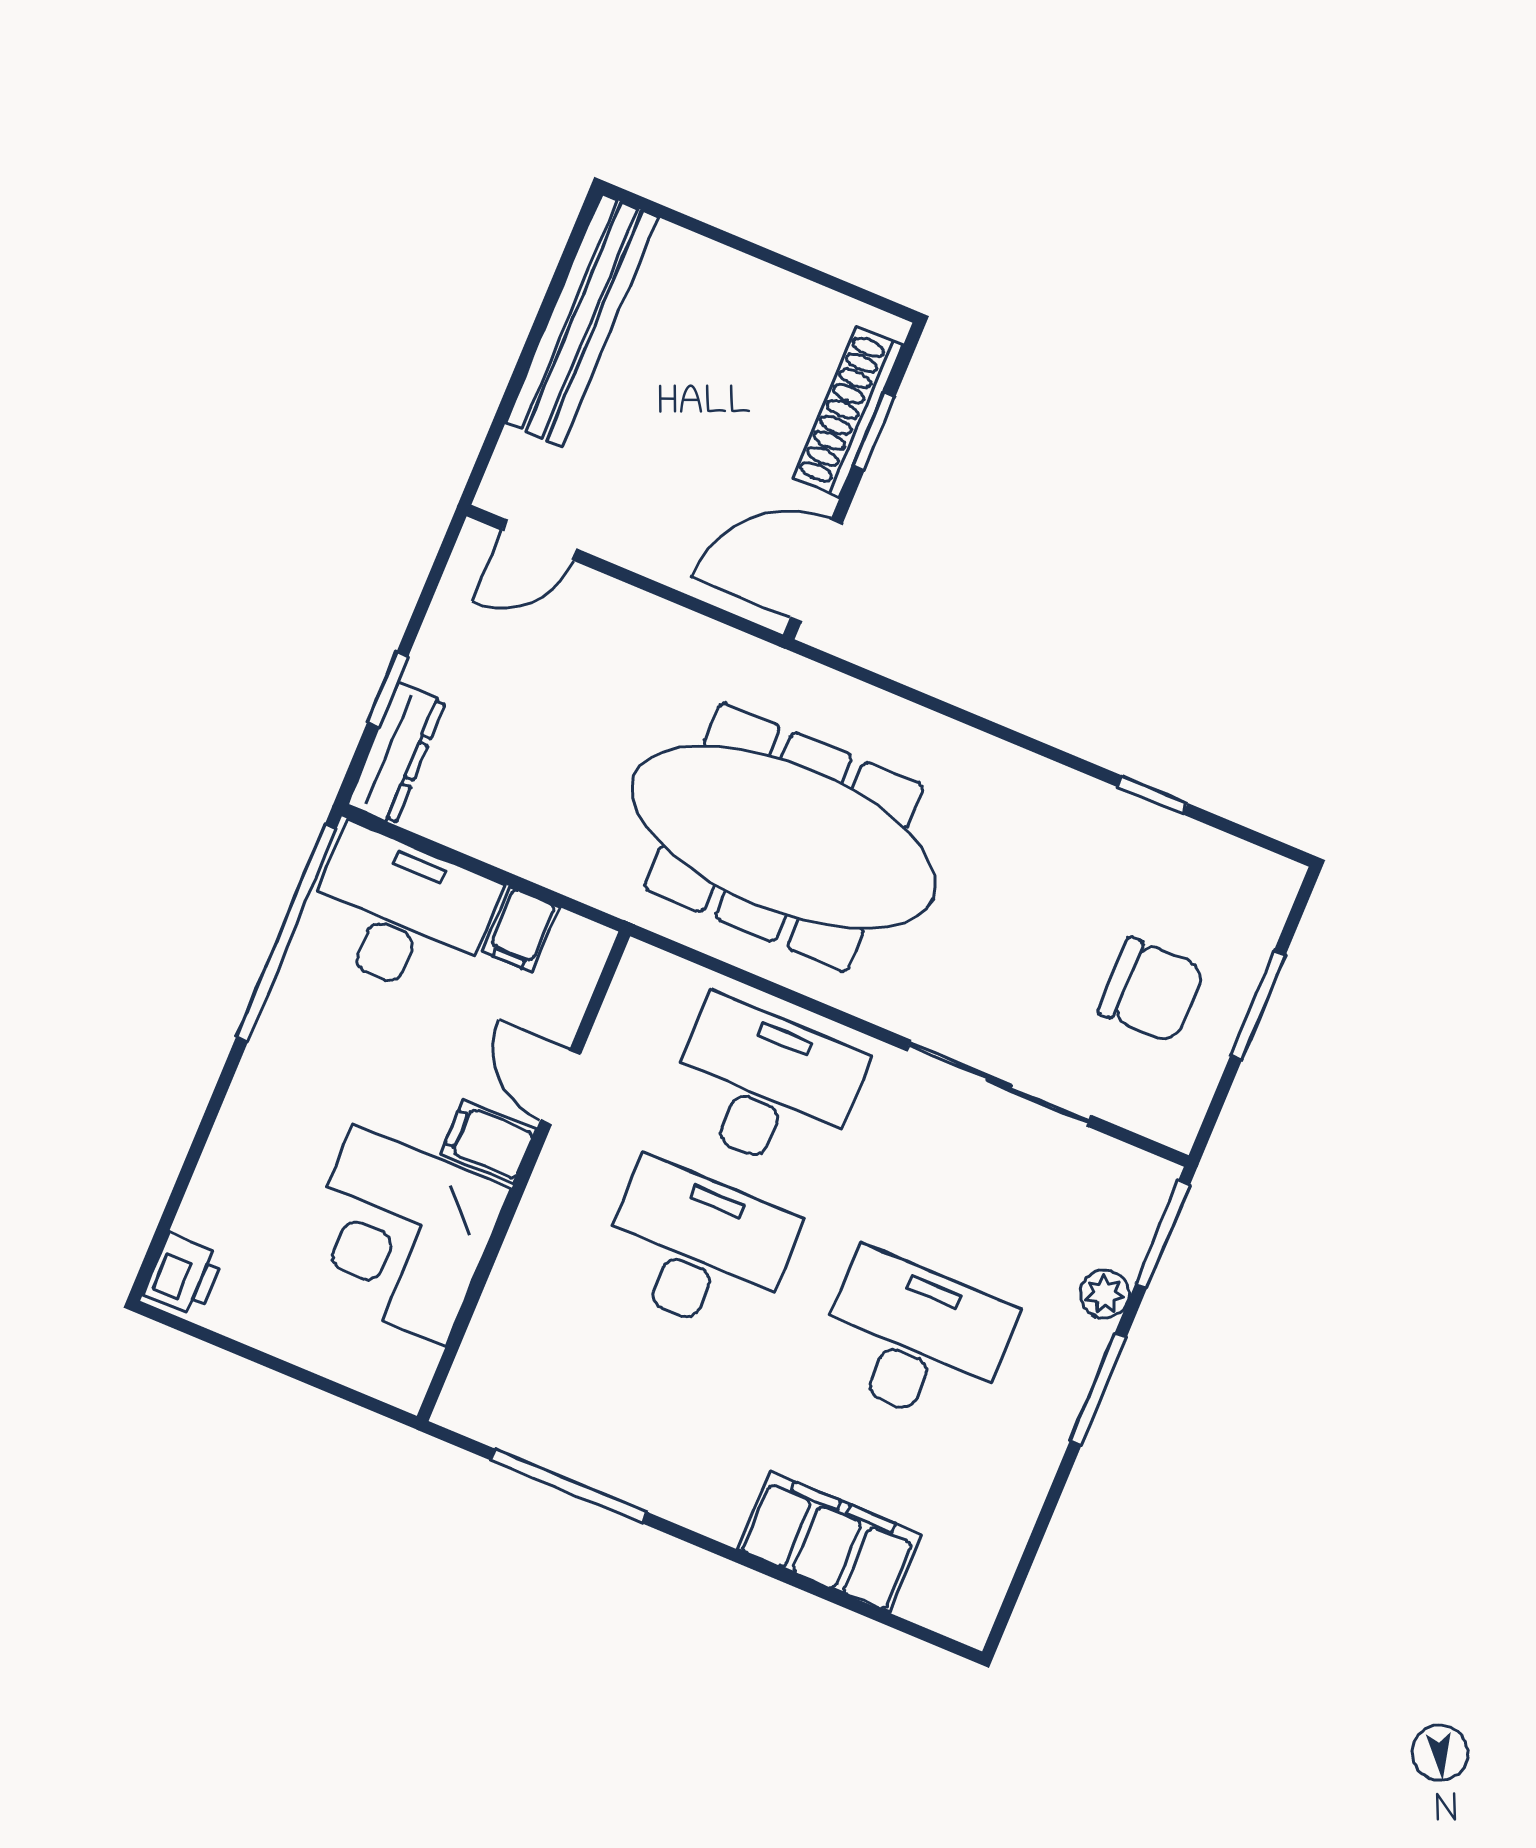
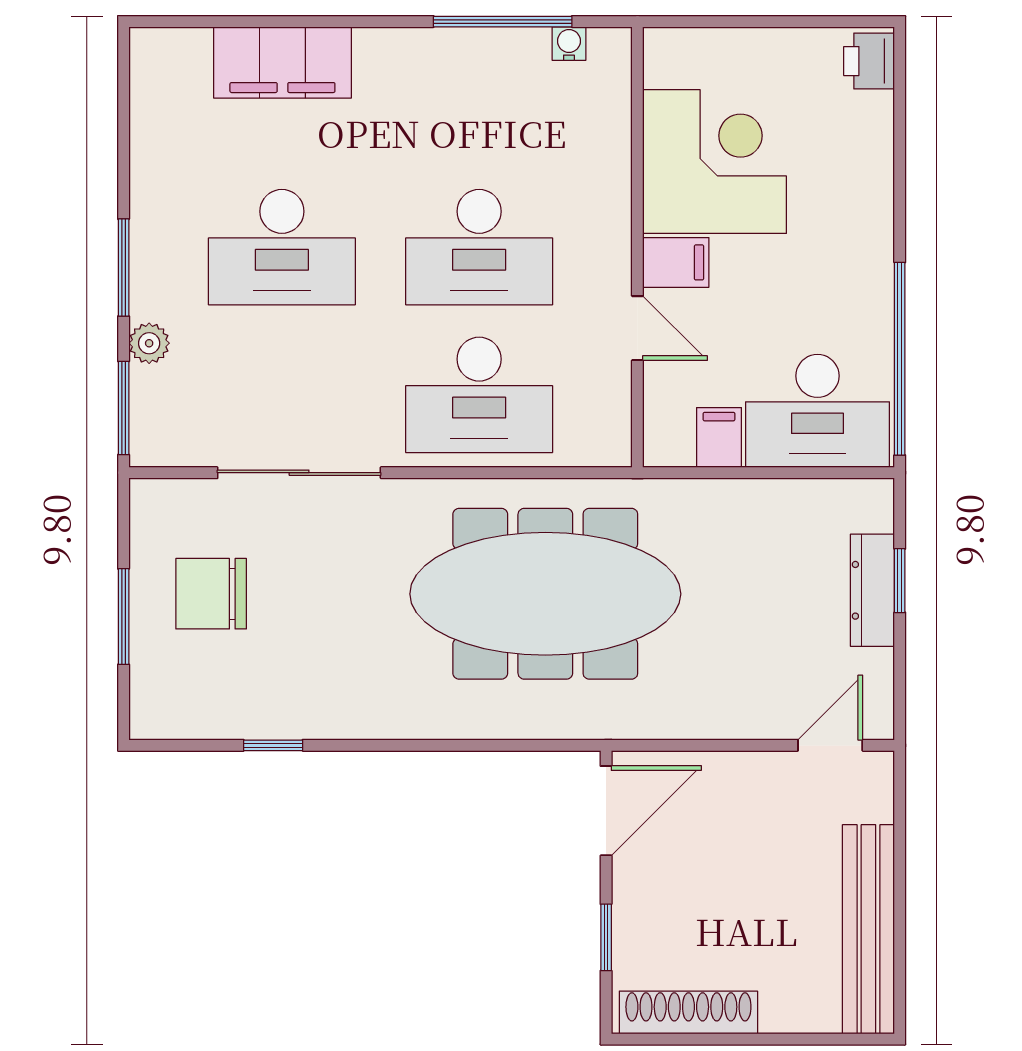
shoe rack: (848, 412) -> (688, 1012), moved, turned -90
dresser: (396, 753) -> (872, 590), moved
water cooler: (506, 1431) -> (569, 44), added

